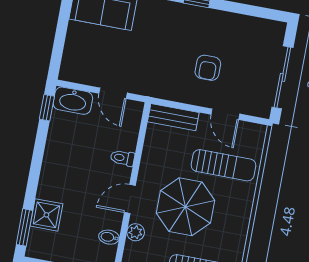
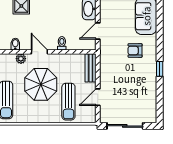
armchair: (208, 68) -> (135, 50), moved

